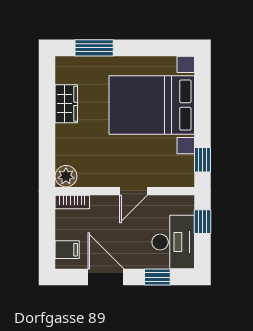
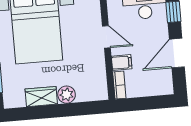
plant: (66, 176) -> (67, 95), moved
filing cabinet: (67, 250) -> (122, 63), moved, turned 90

